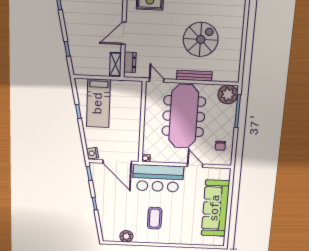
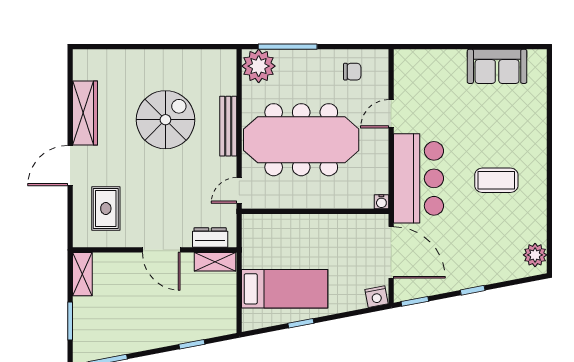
spiral stairs: (201, 39) -> (165, 120), turned 90
door: (117, 162) -> (391, 252), hinge flipped
sofa: (215, 208) -> (497, 66), width x0.54, depth x0.79
plant: (126, 236) -> (535, 255), moved

